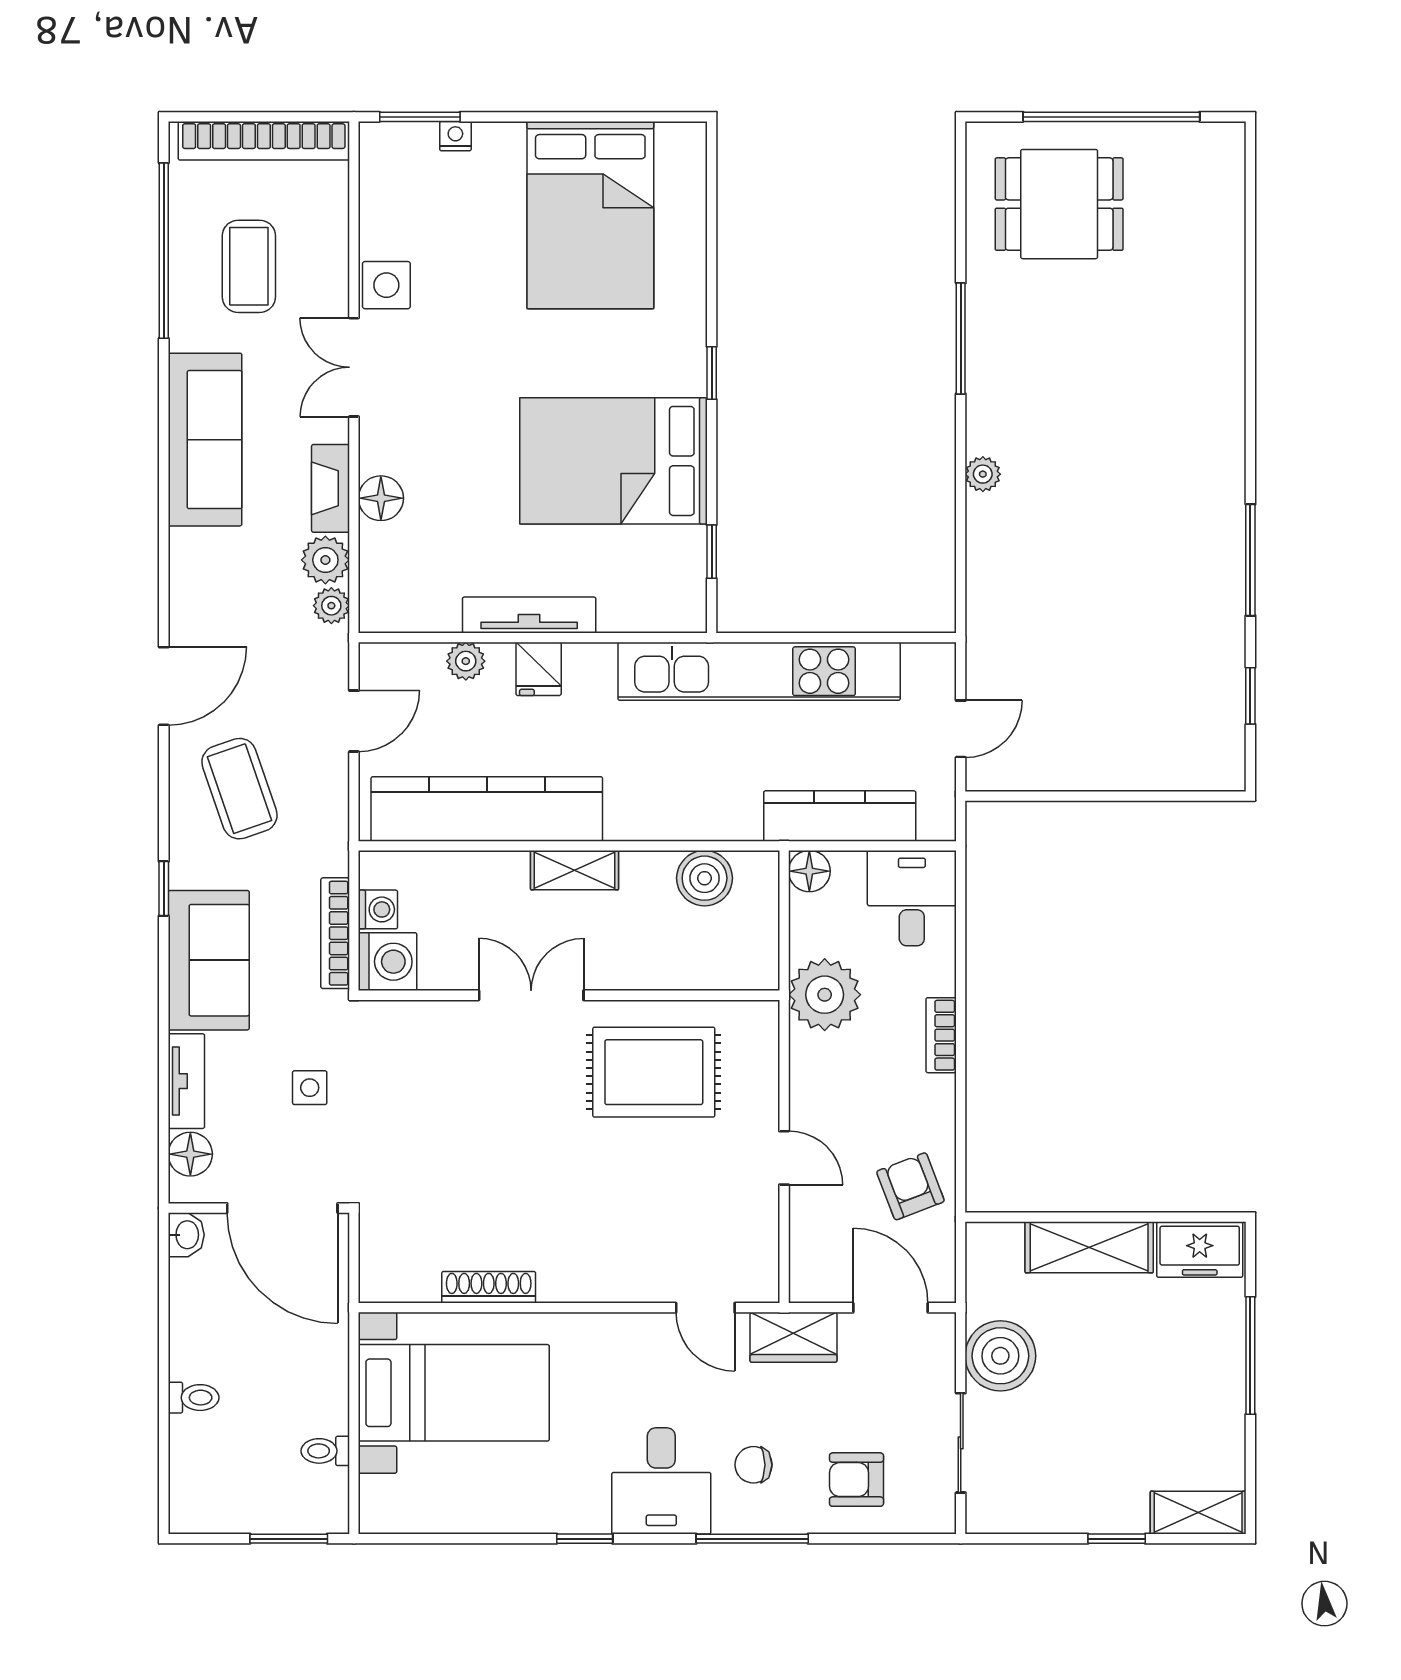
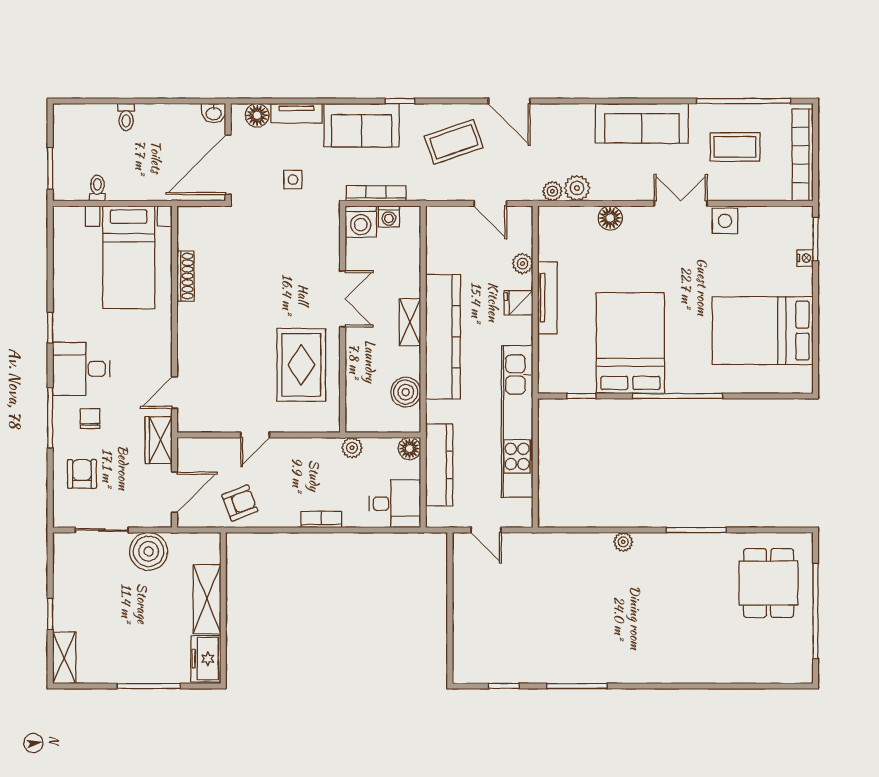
window: (712, 373) -> (678, 396), width x3.17
fireplace: (331, 488) -> (616, 191), removed
kitchen counter: (487, 809) -> (443, 337), moved
plant: (825, 995) -> (352, 448), width x0.53, depth x0.53

